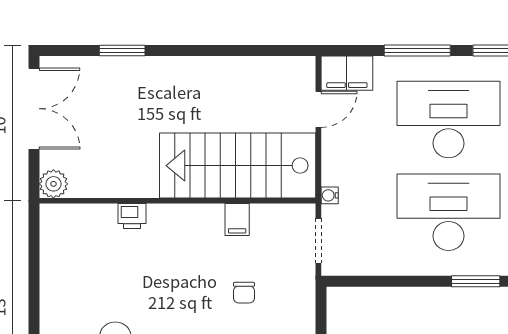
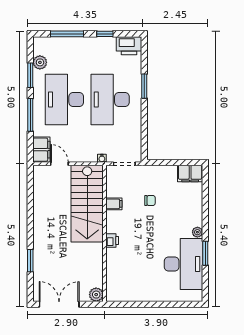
printer: (132, 216) -> (112, 240), moved

